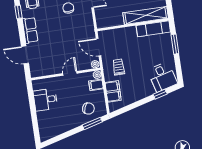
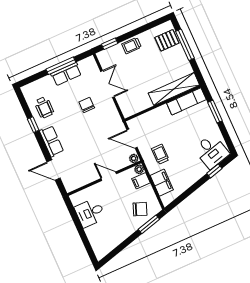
door: (70, 73) -> (109, 176), hinge flipped

